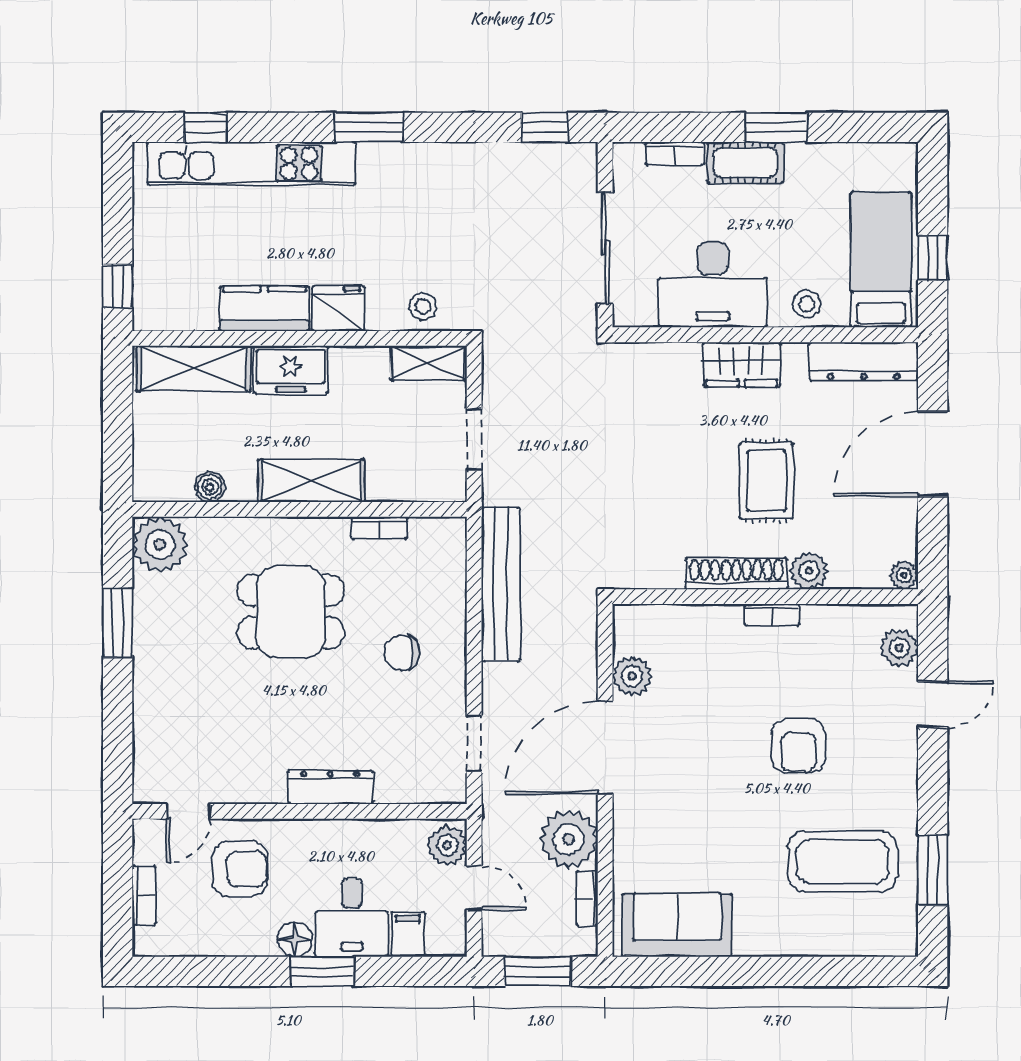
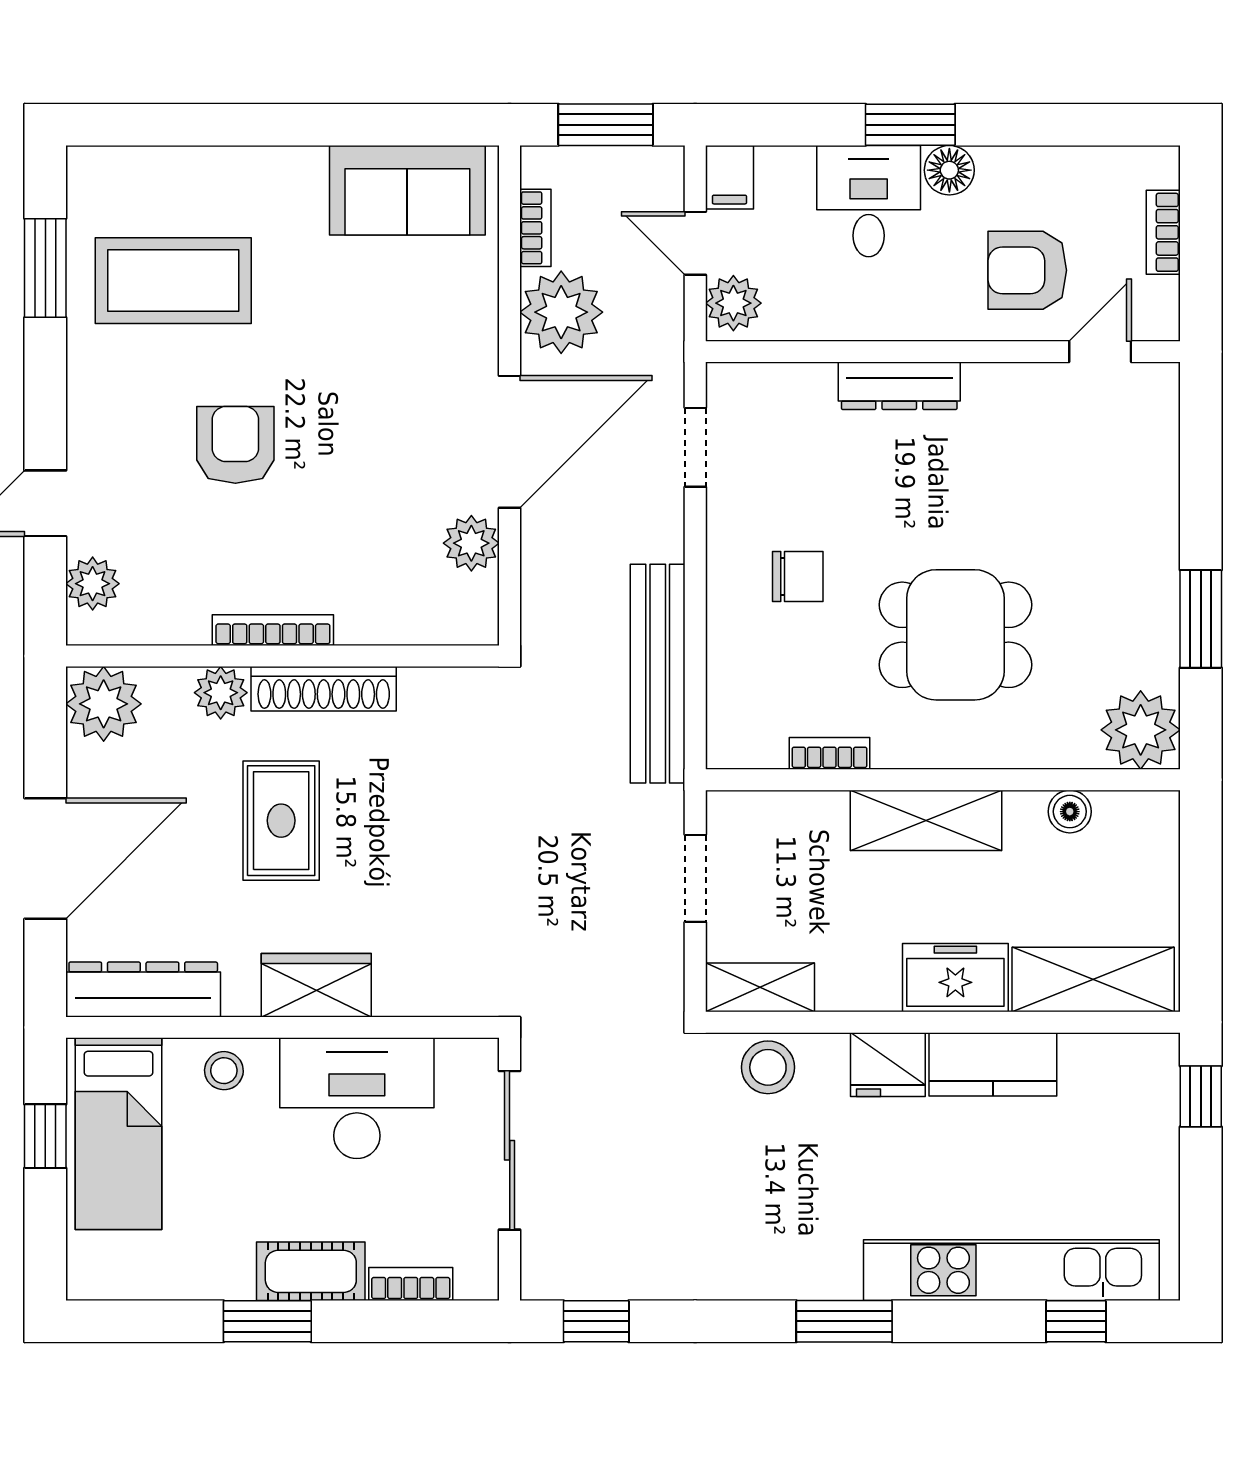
stool: (423, 307) -> (768, 1067), width x1.37, depth x1.37
plant: (904, 575) -> (104, 704), width x1.87, depth x1.87
bookcase: (772, 615) -> (273, 630), width x1.56
filing cabinet: (408, 934) -> (729, 177), moved

